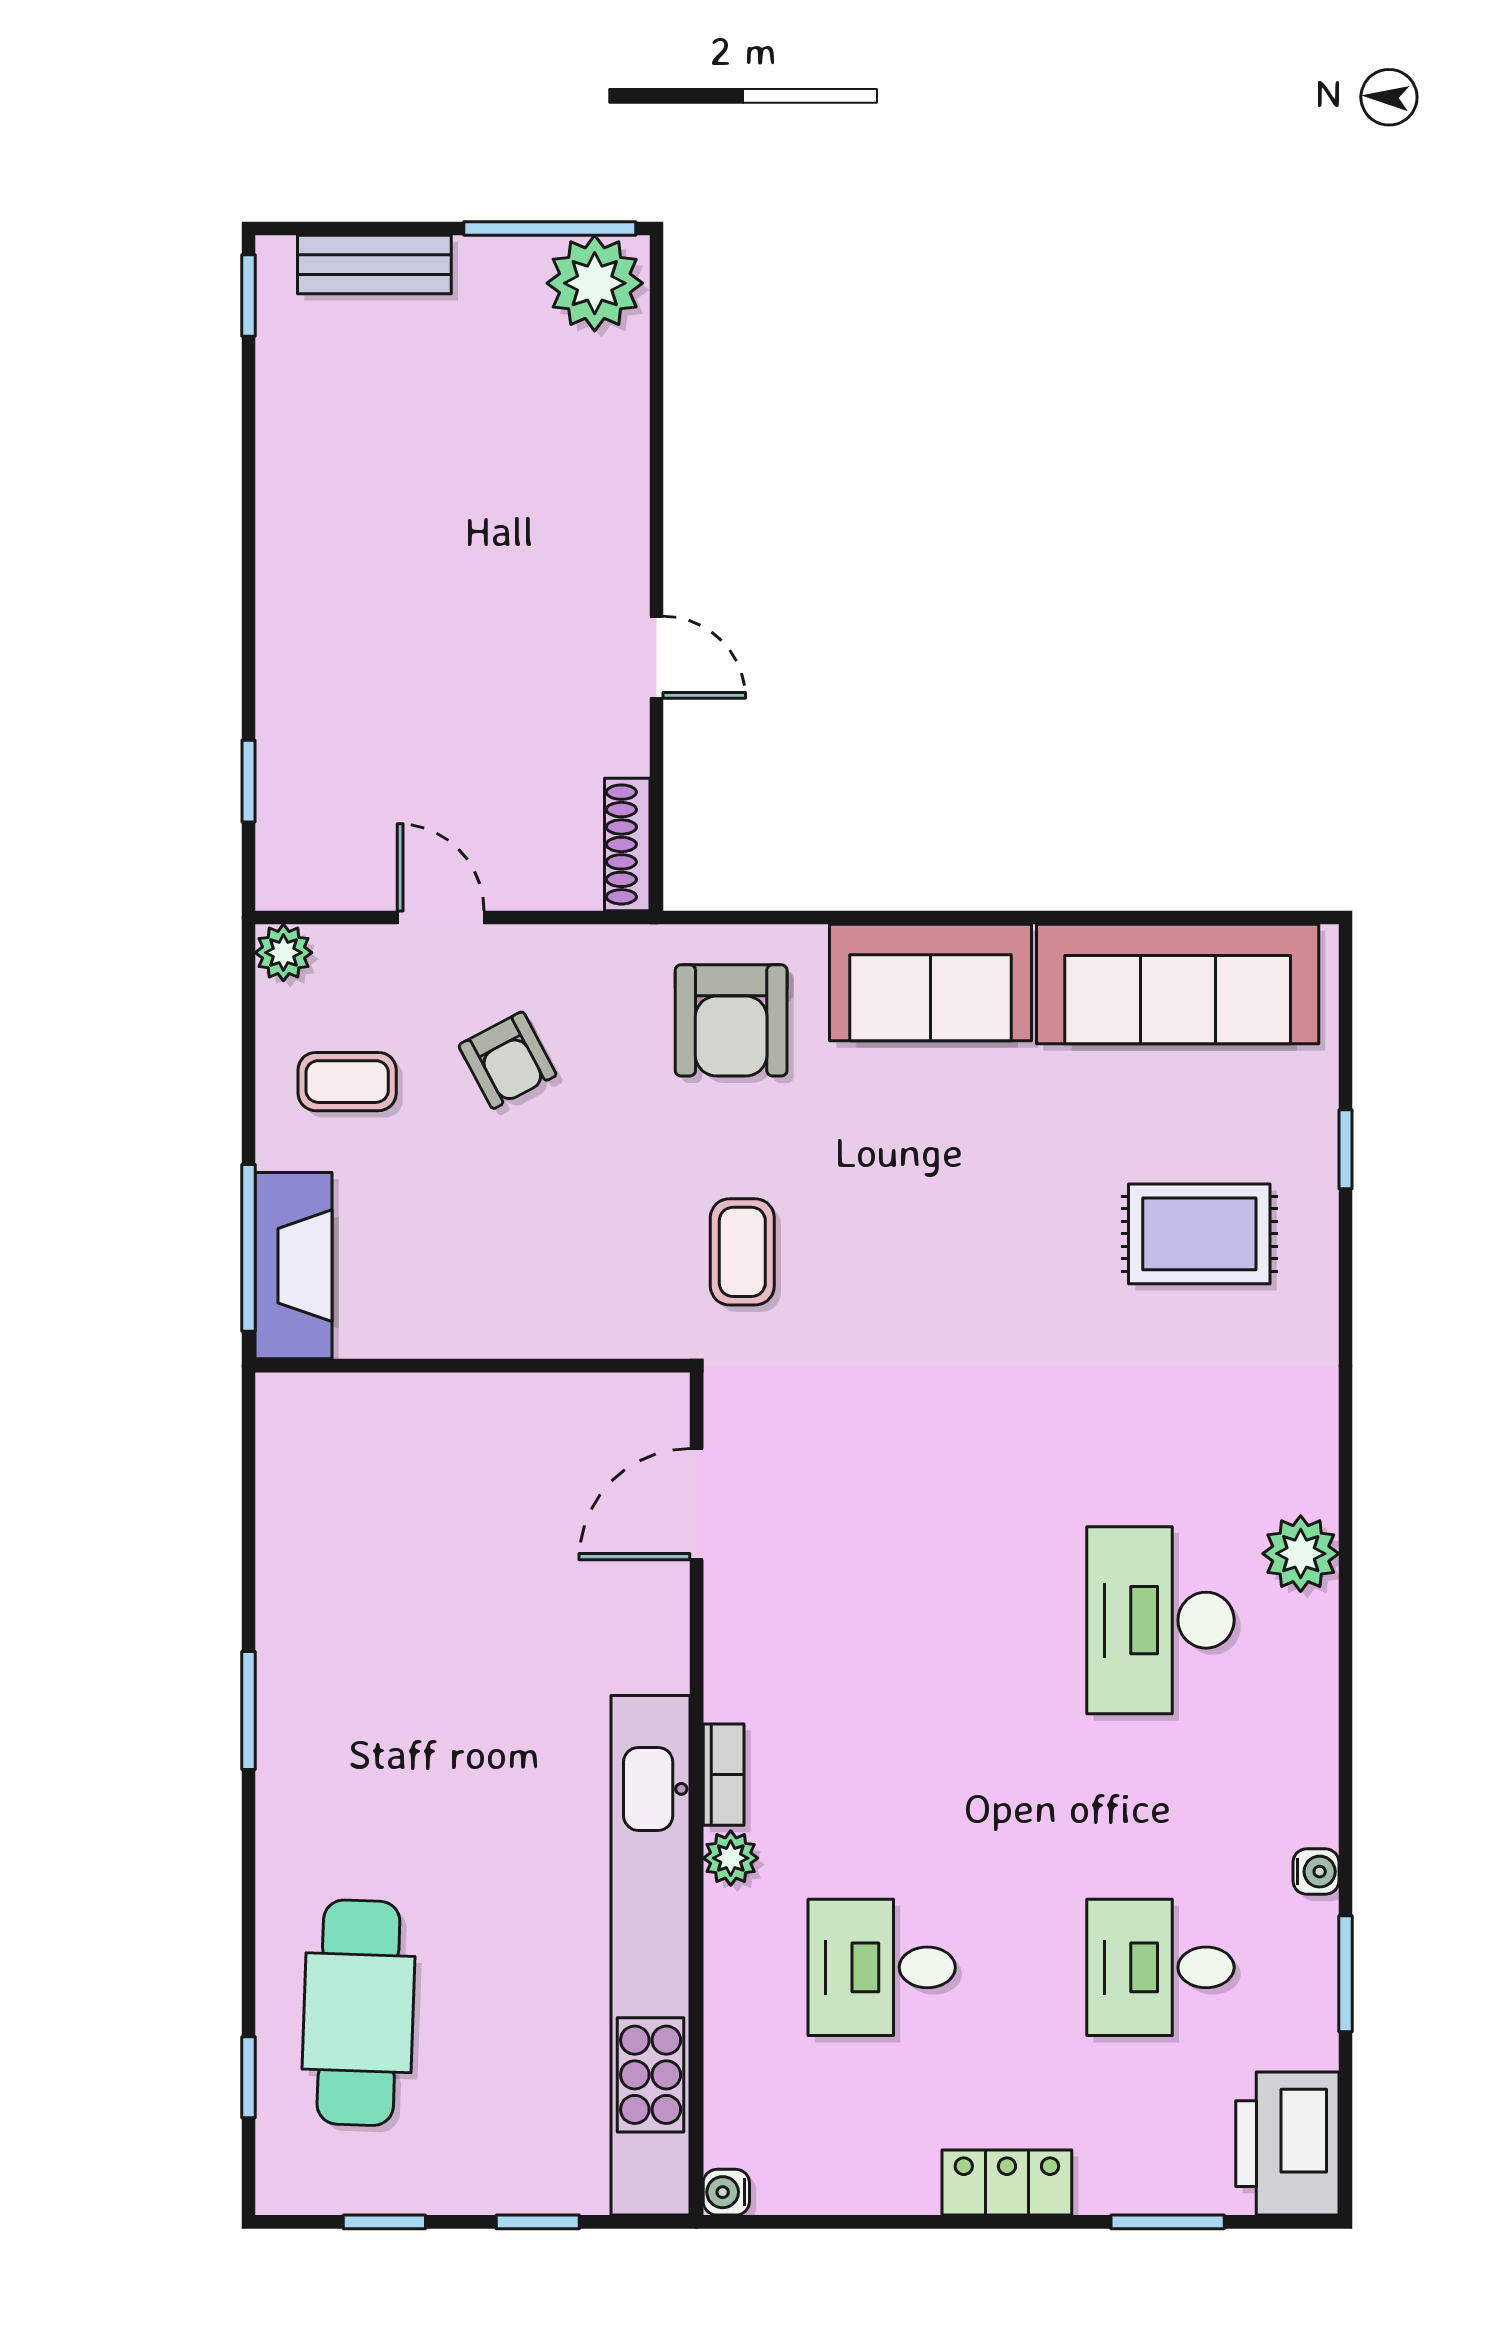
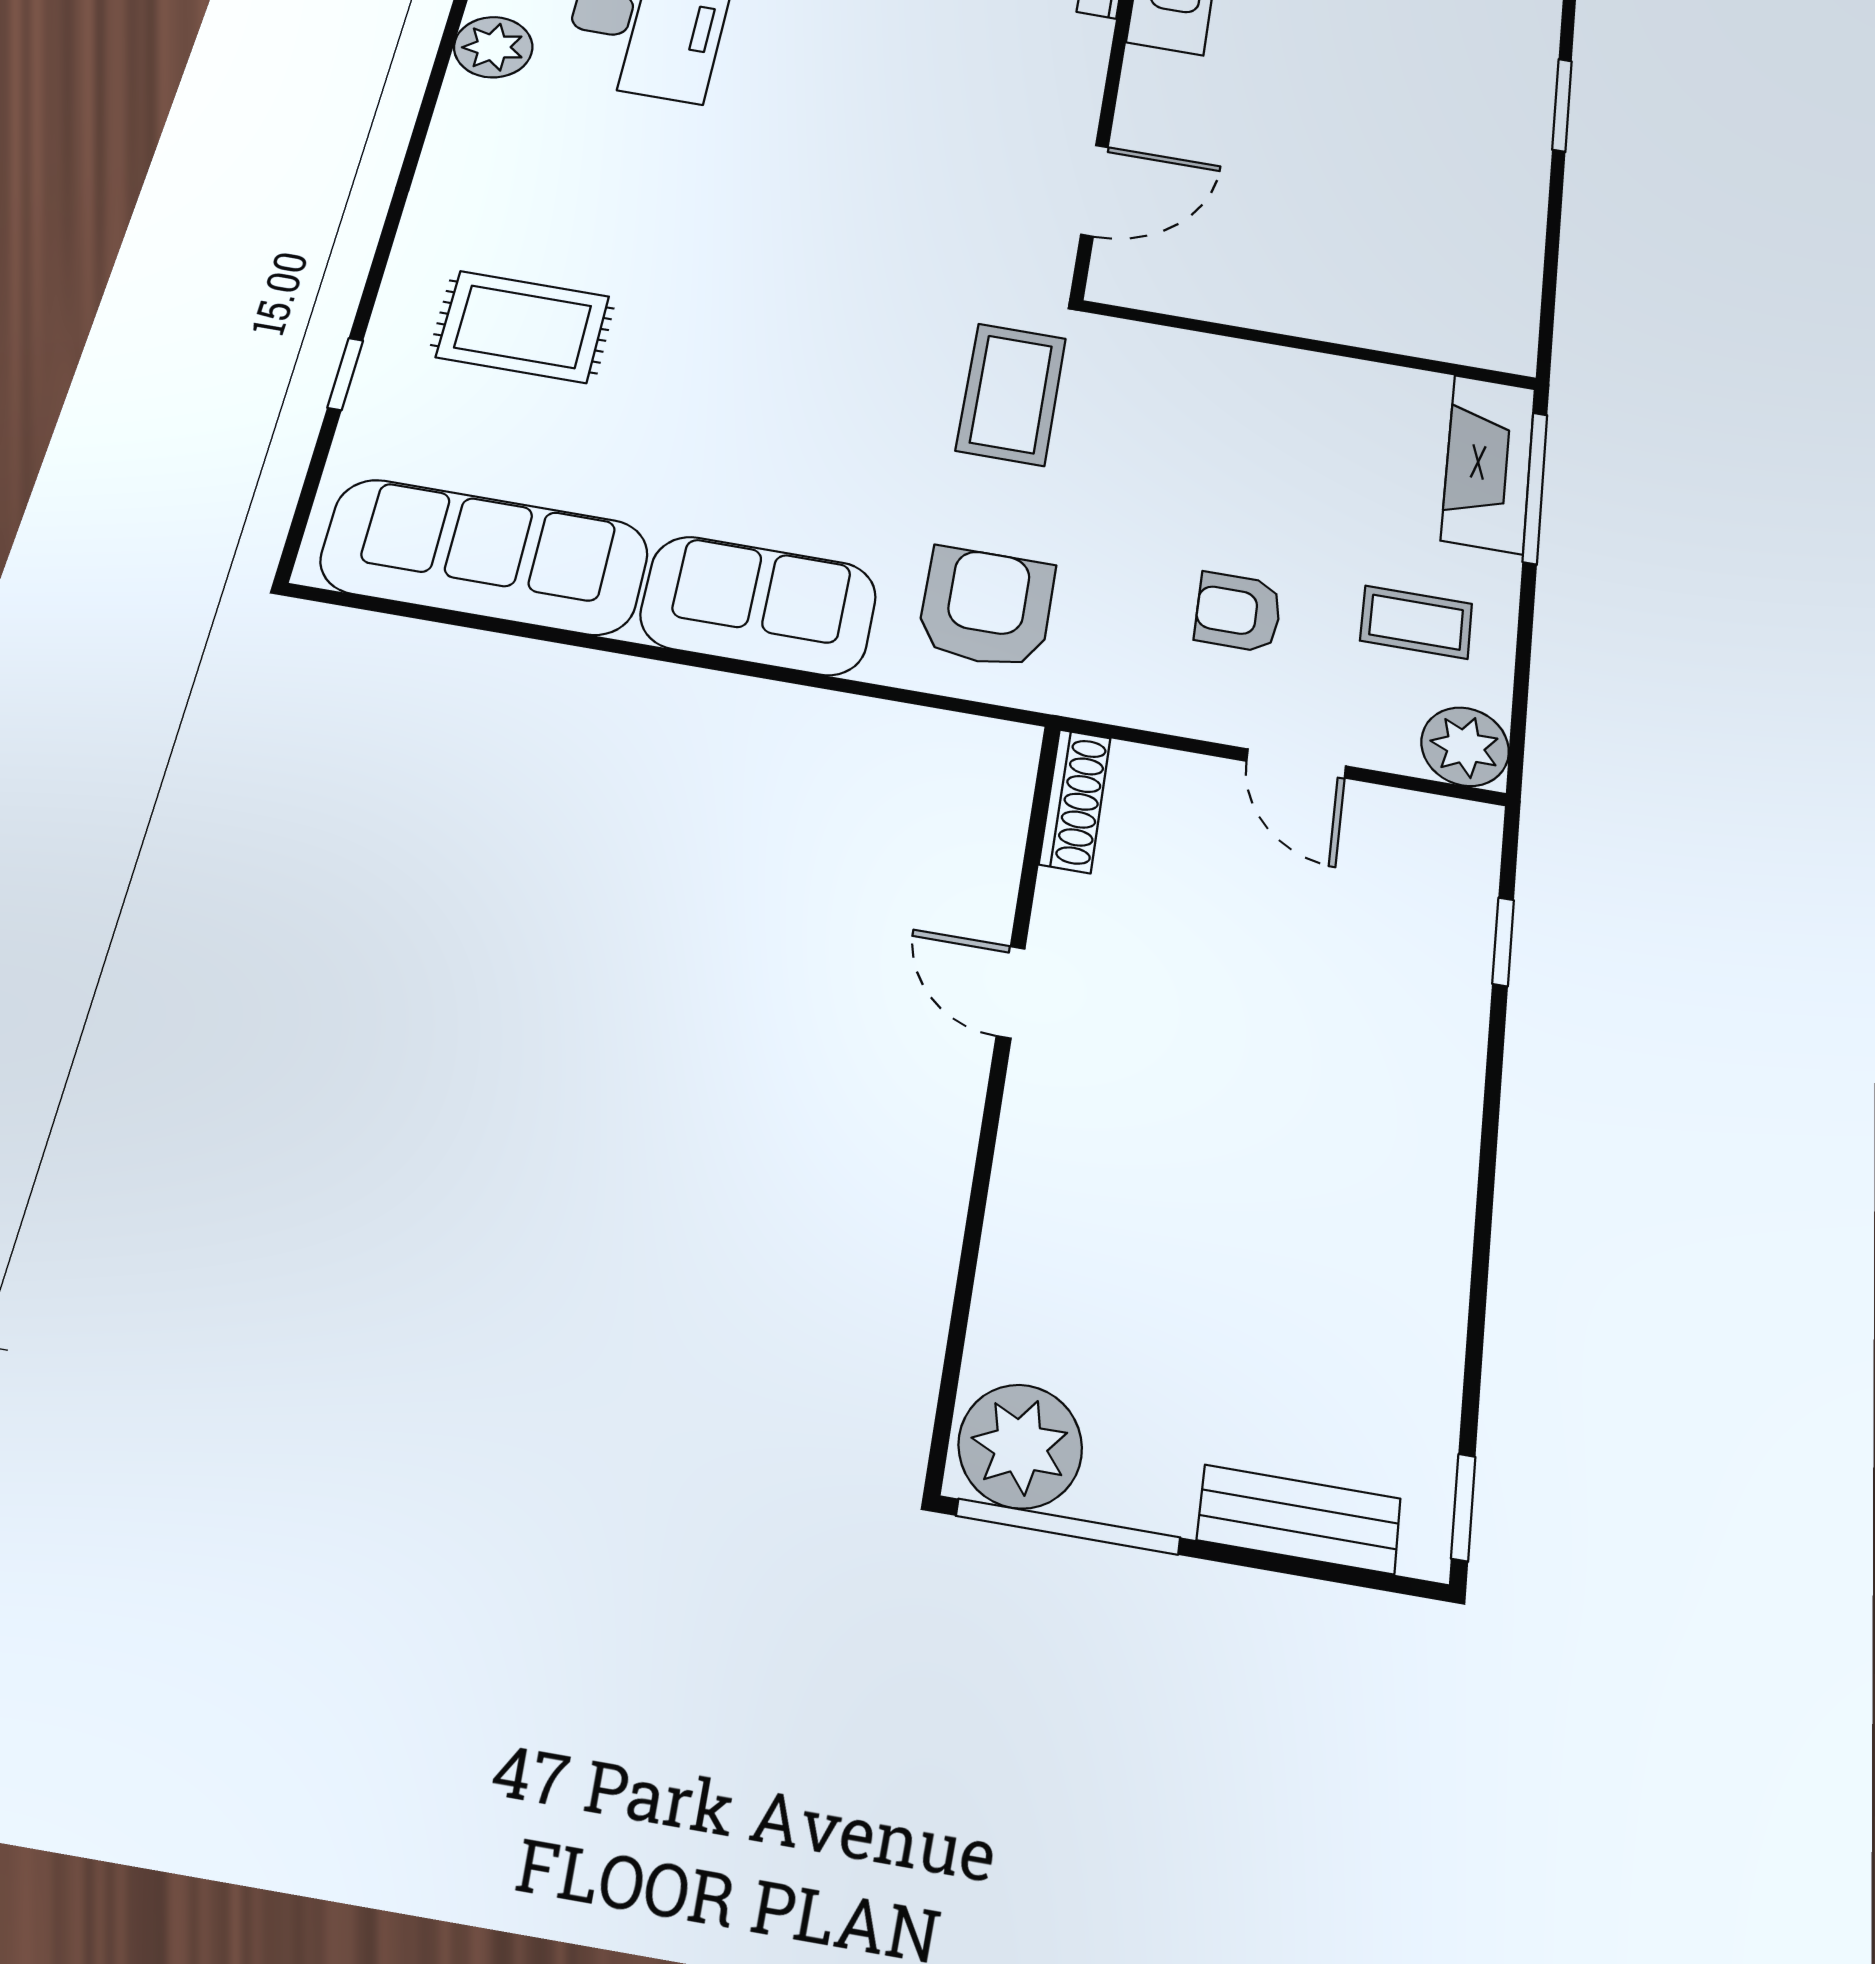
plant: (283, 953) -> (1465, 747), width x1.38, depth x1.38
armchair: (508, 1060) -> (1238, 612), turned -62
coffee table: (742, 1252) -> (1011, 394), width x1.36, depth x1.30

